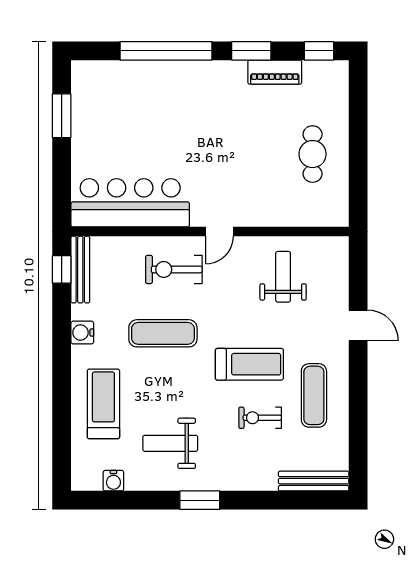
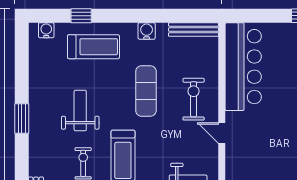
window: (62, 269) -> (81, 16), moved
weight bench: (170, 443) -> (80, 110), moved
water cooler: (113, 481) -> (46, 30), moved, turned 90

